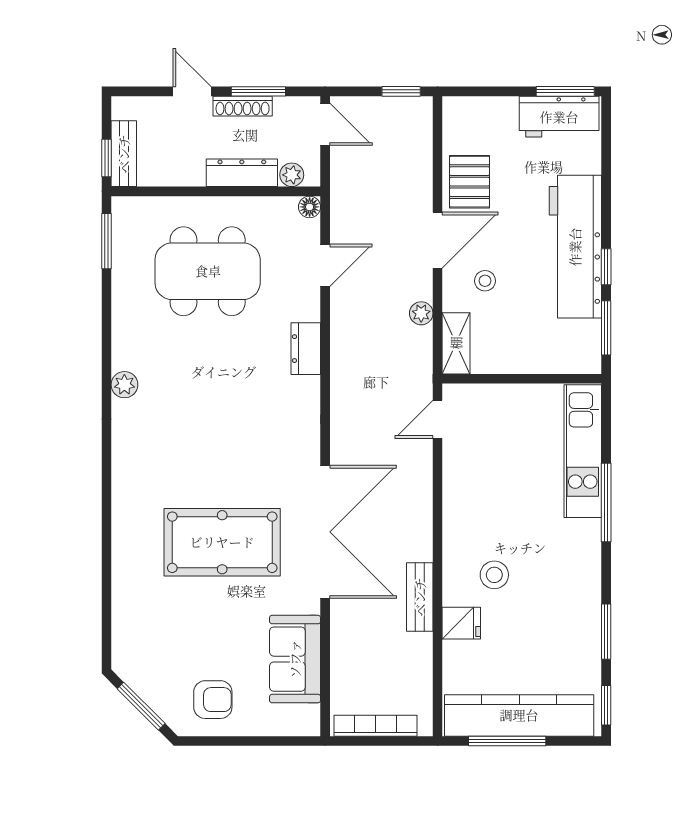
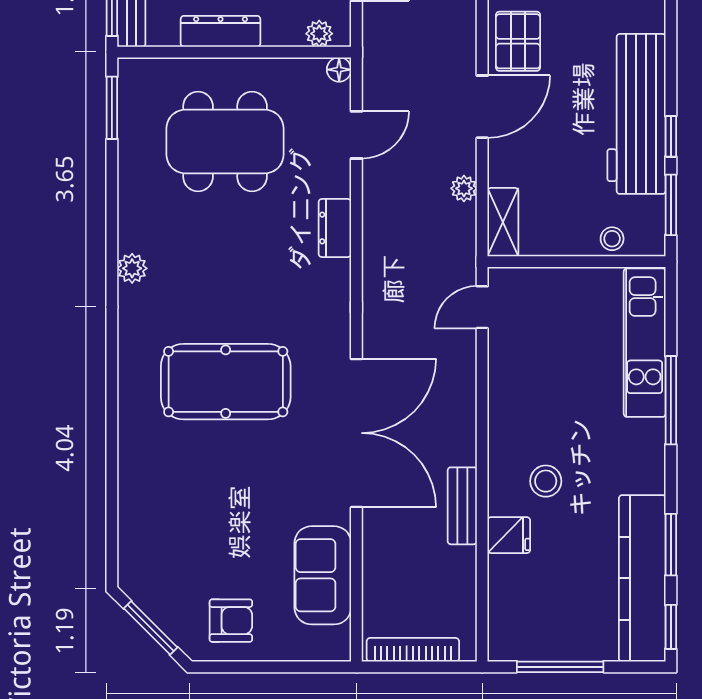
dresser: (242, 173) -> (221, 31), moved
stool: (485, 281) -> (612, 239), moved
pool table: (222, 542) -> (226, 382), moved
kitchen counter: (519, 715) -> (642, 578), moved, turned -90

